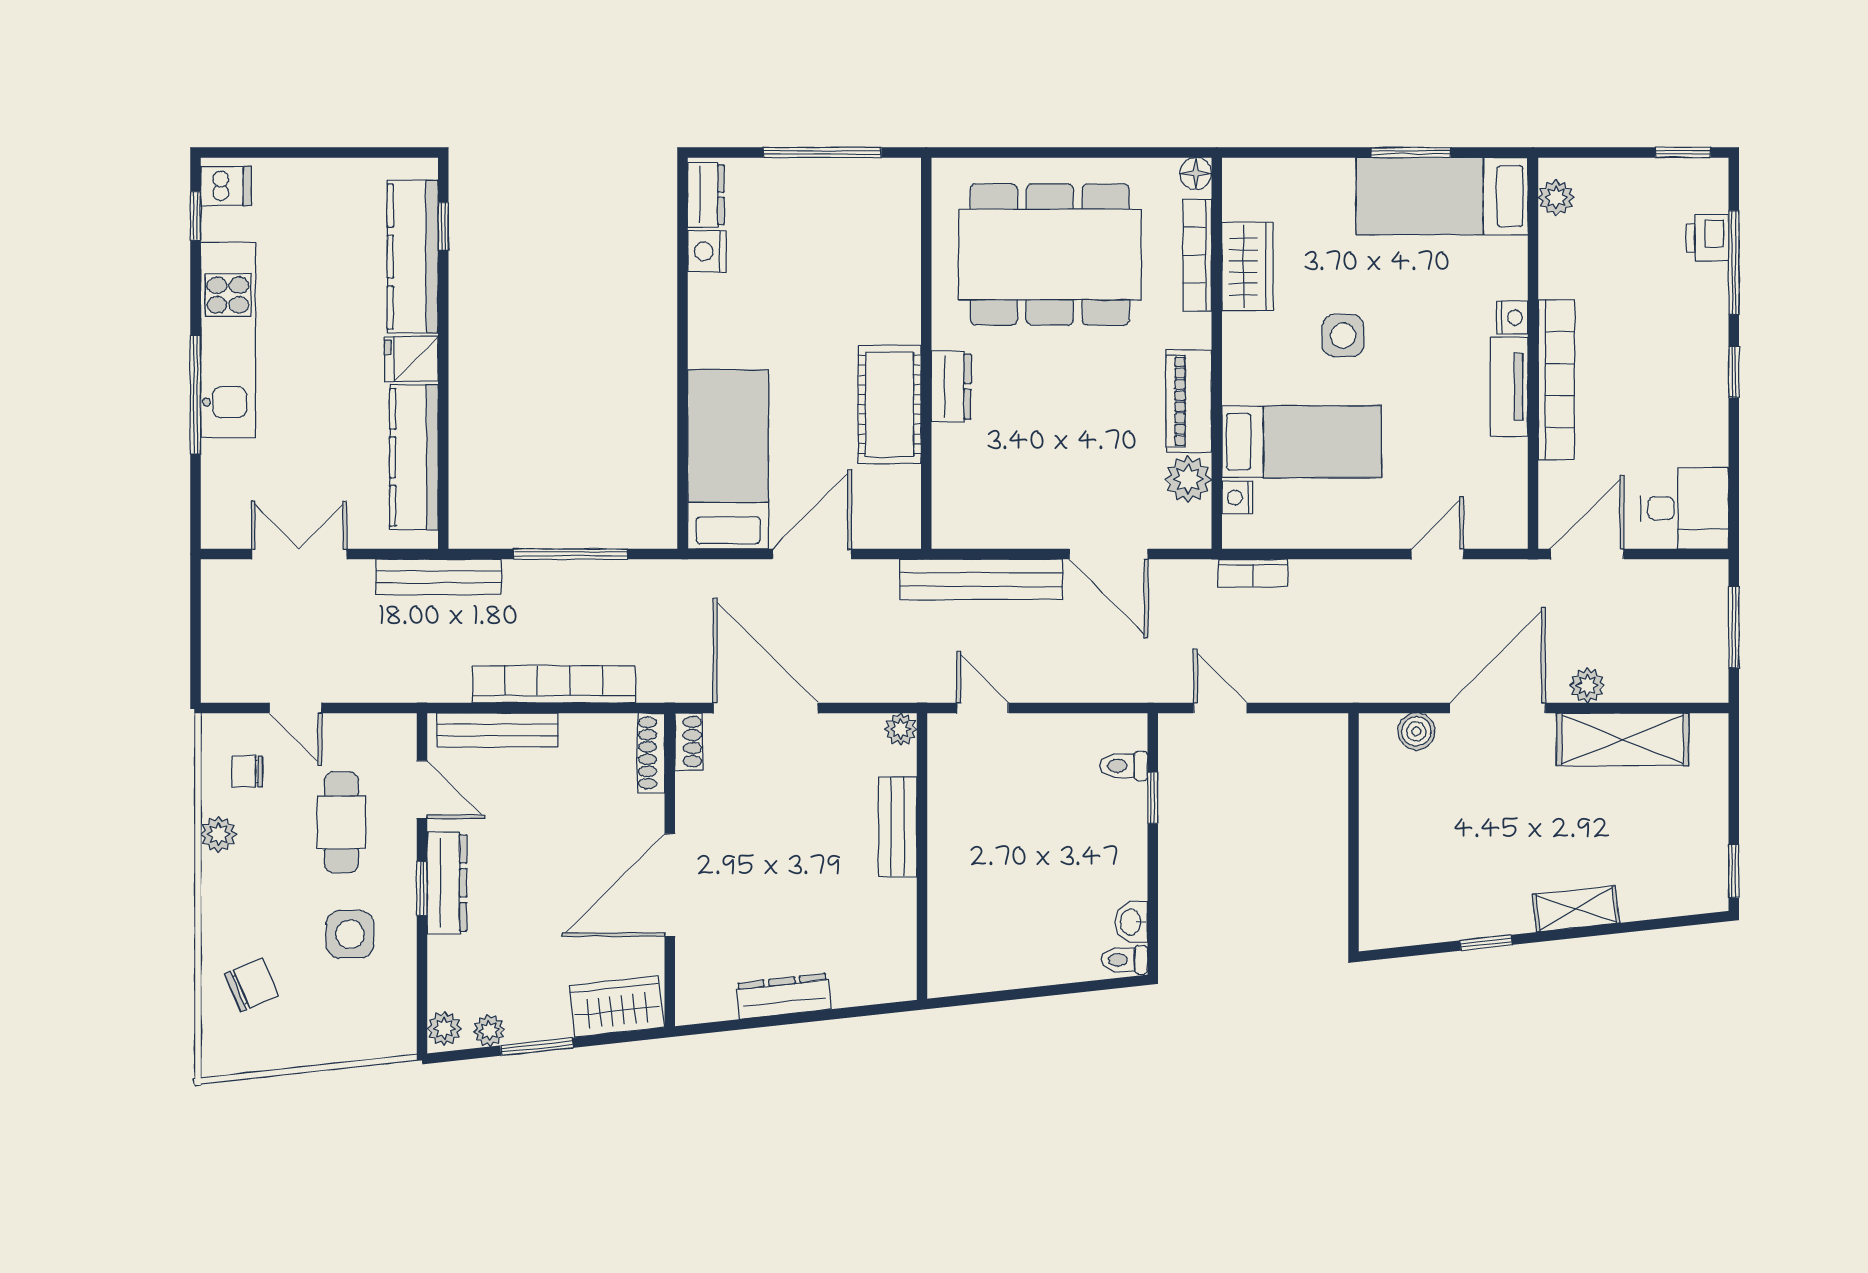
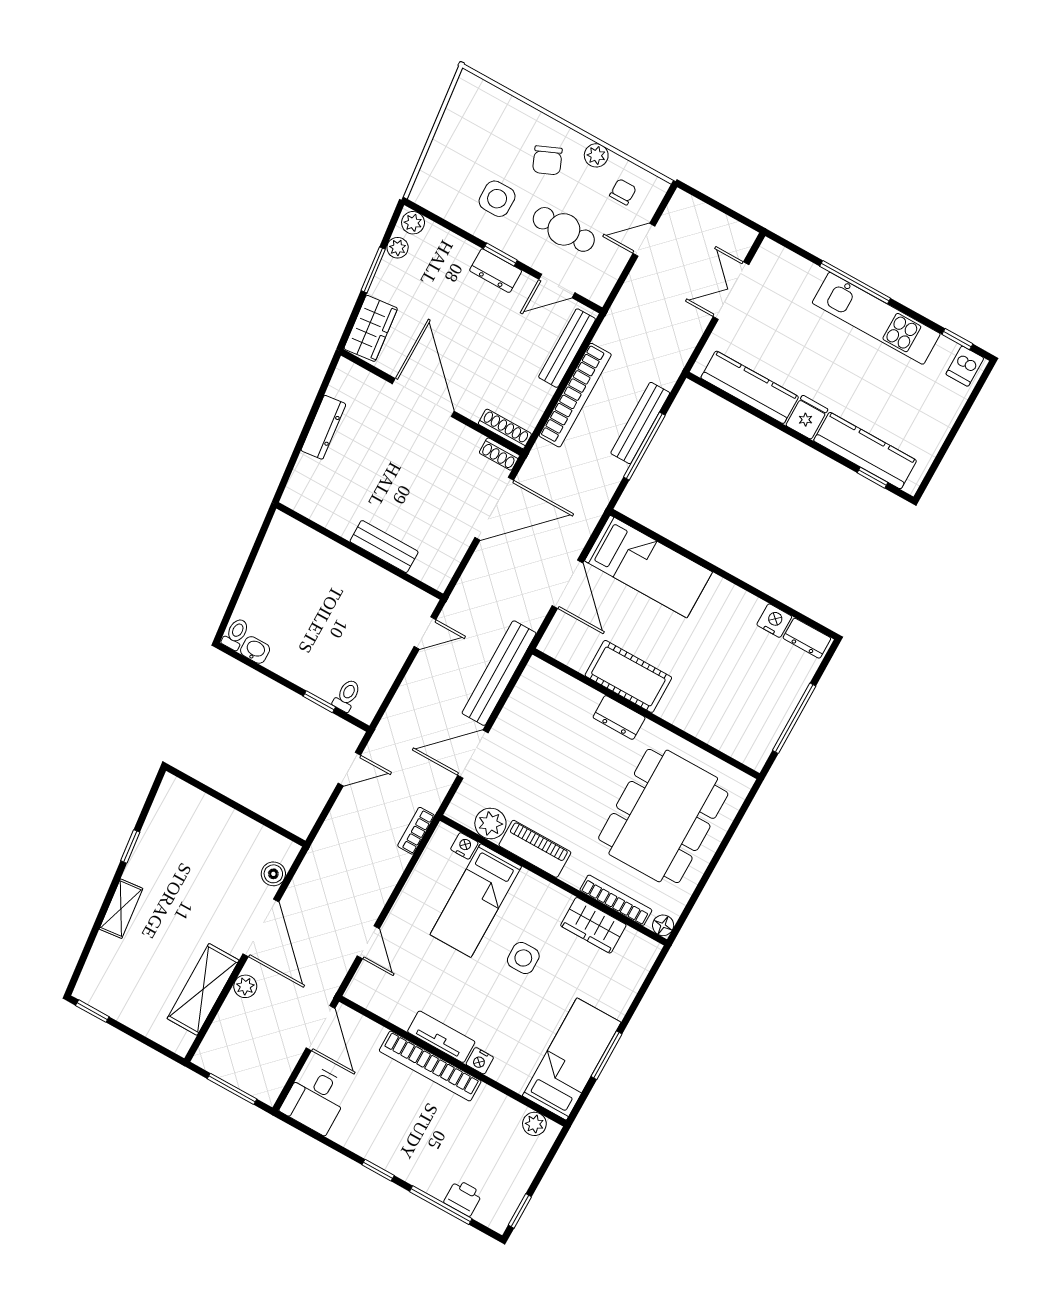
double door: (299, 554) -> (731, 291), swing flipped
bench: (439, 577) -> (640, 423), moved
plant: (901, 729) -> (439, 579), removed
dresser: (447, 883) -> (496, 271), width x0.70
chair: (252, 985) -> (547, 160), moved

